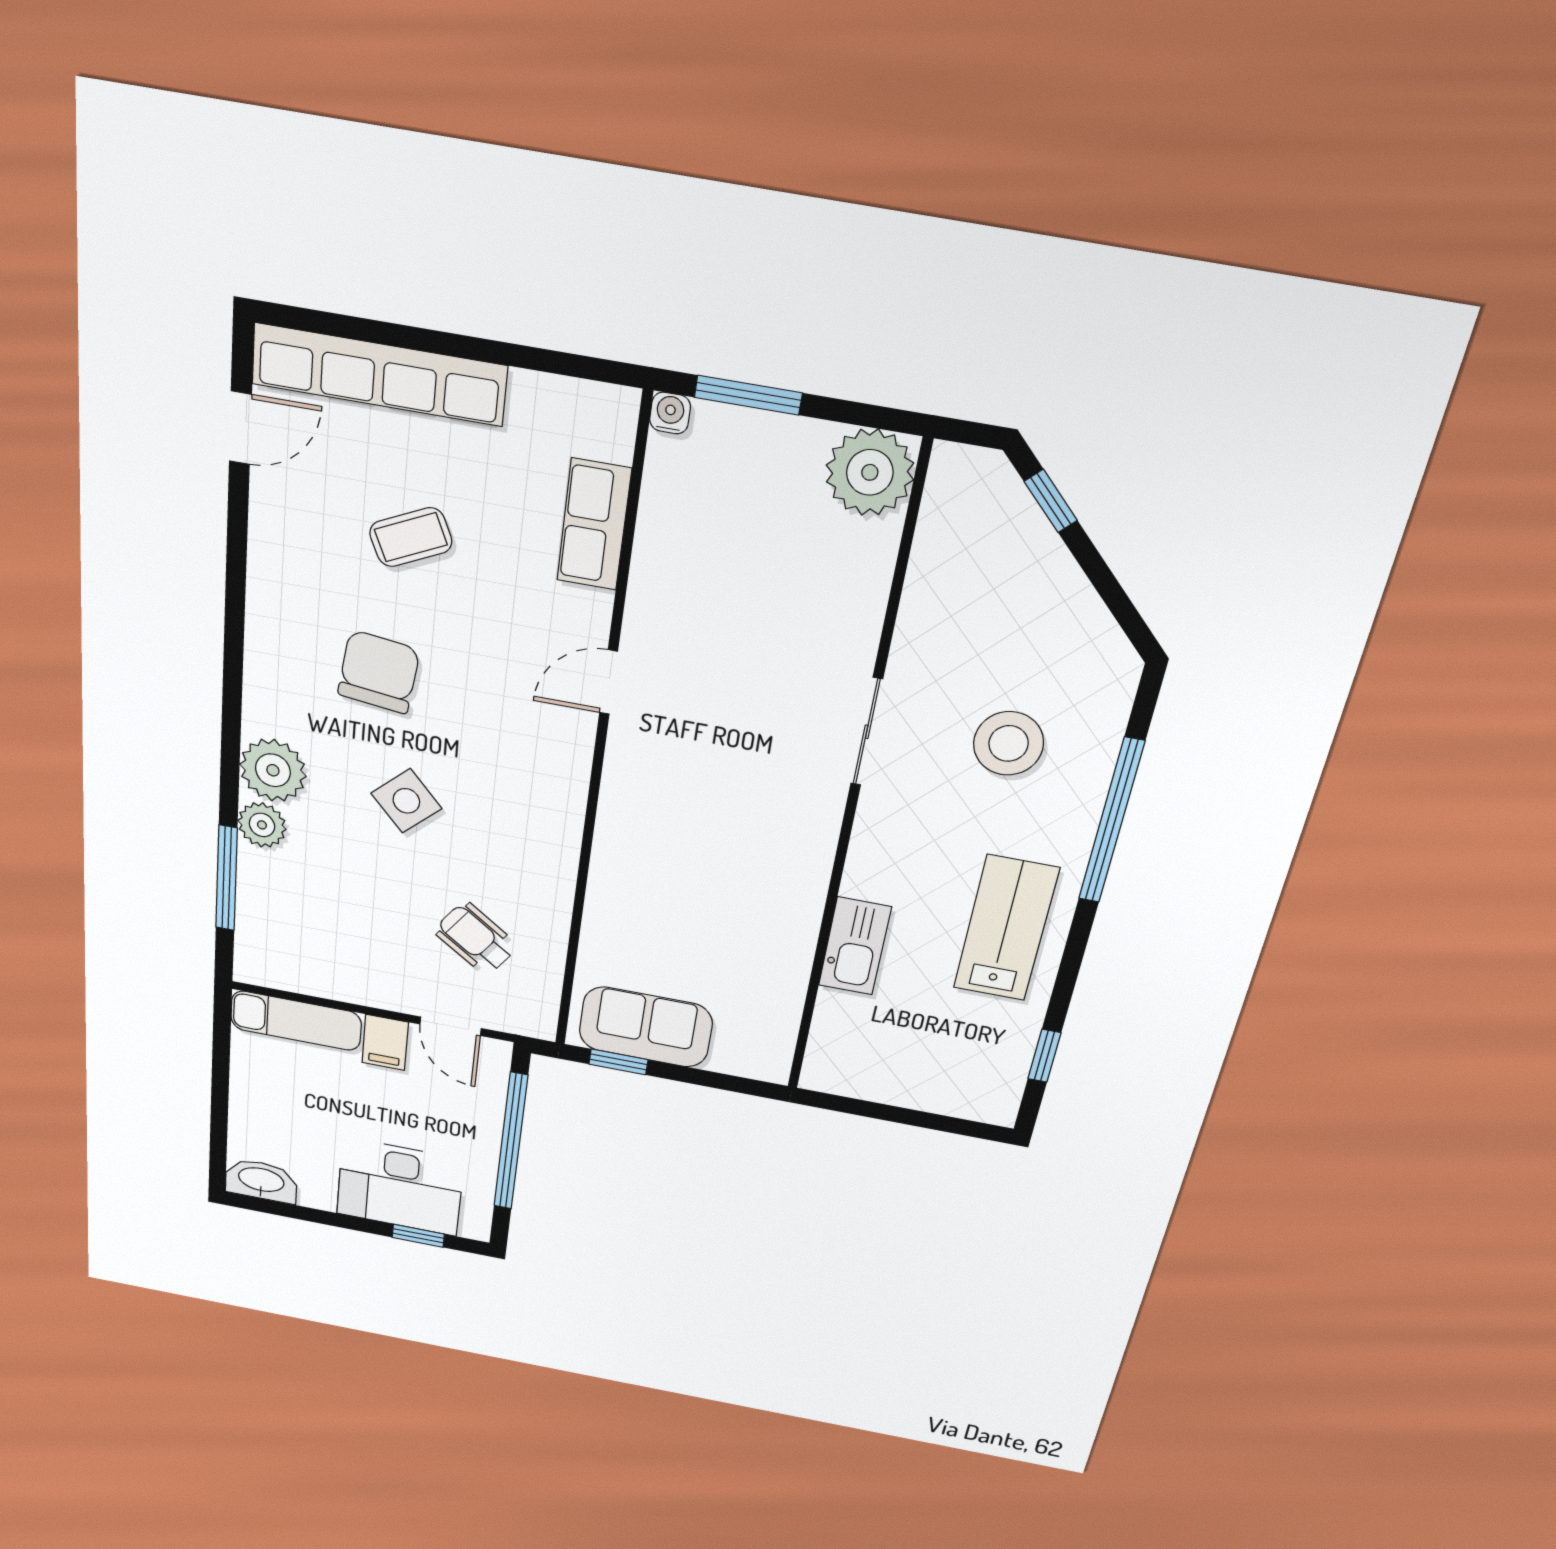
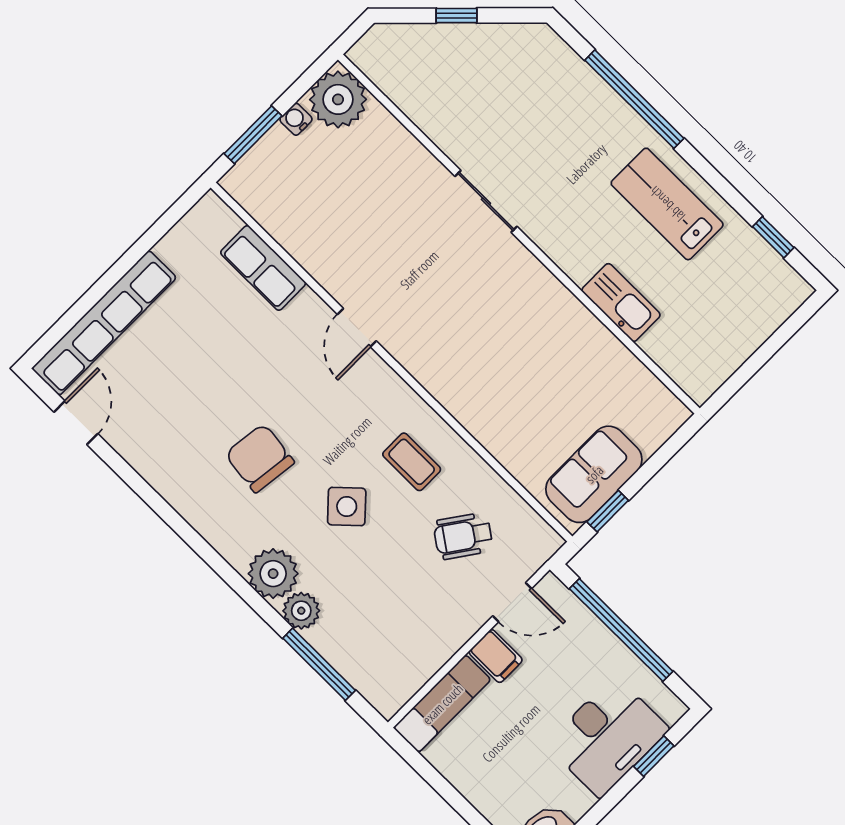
water cooler: (670, 413) -> (296, 119), moved
window: (1051, 501) -> (456, 16), moved
coffee table: (411, 537) -> (412, 462), moved, turned -65
stool: (1008, 743) -> (546, 126), removed

